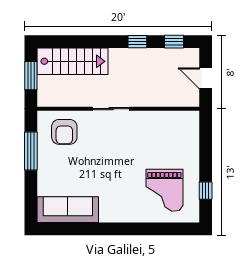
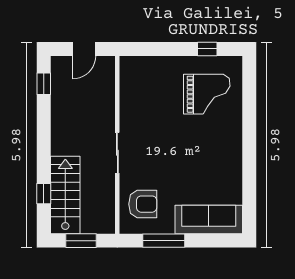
window: (137, 42) -> (44, 194), moved
sofa: (68, 210) -> (209, 219), moved, turned 90

